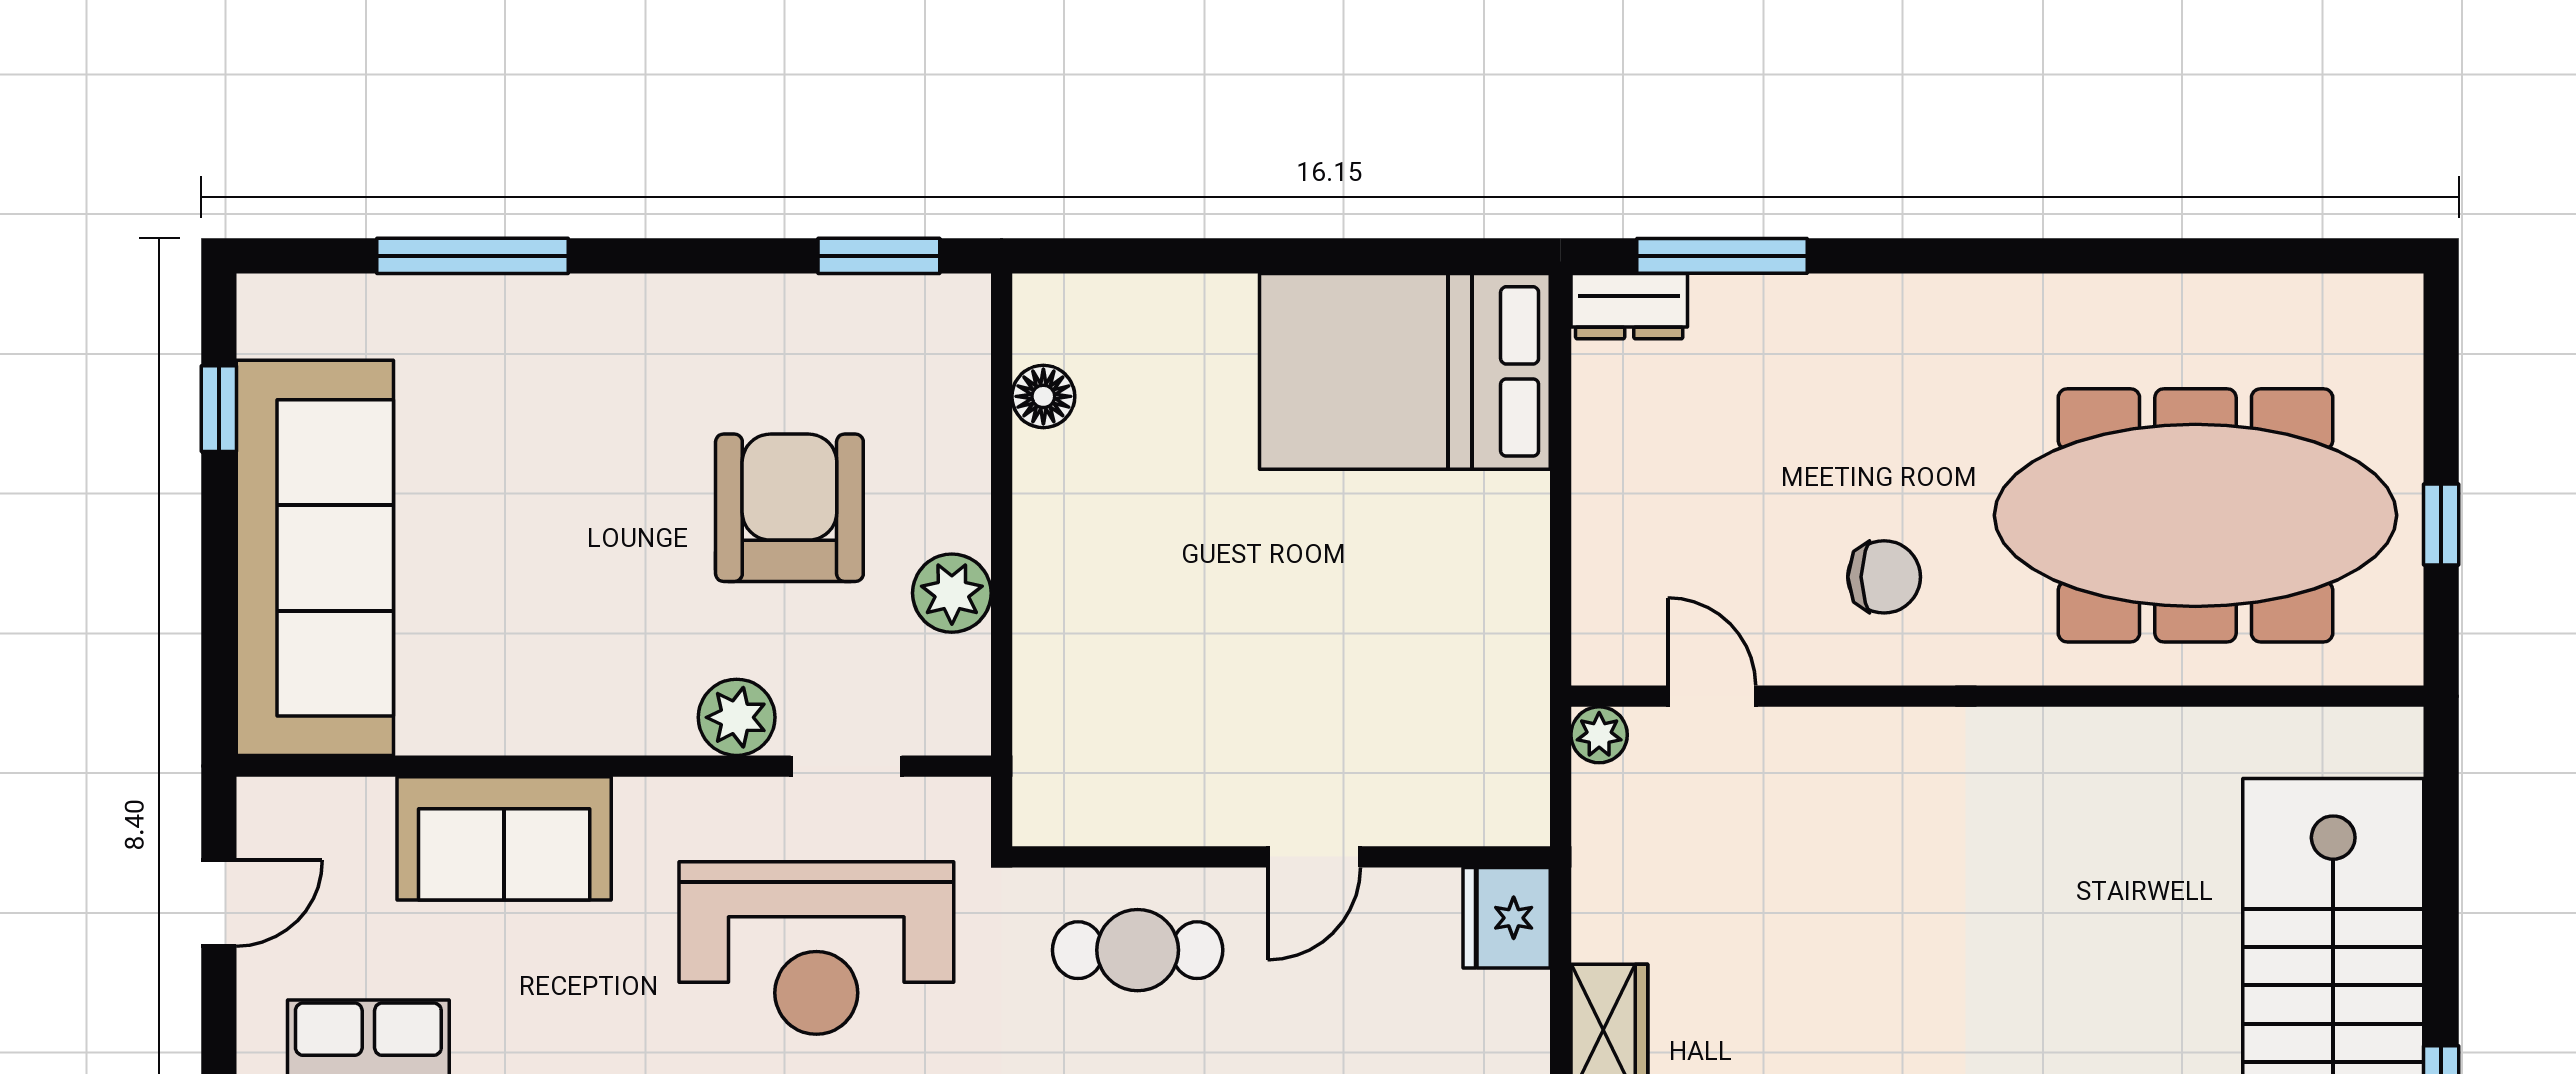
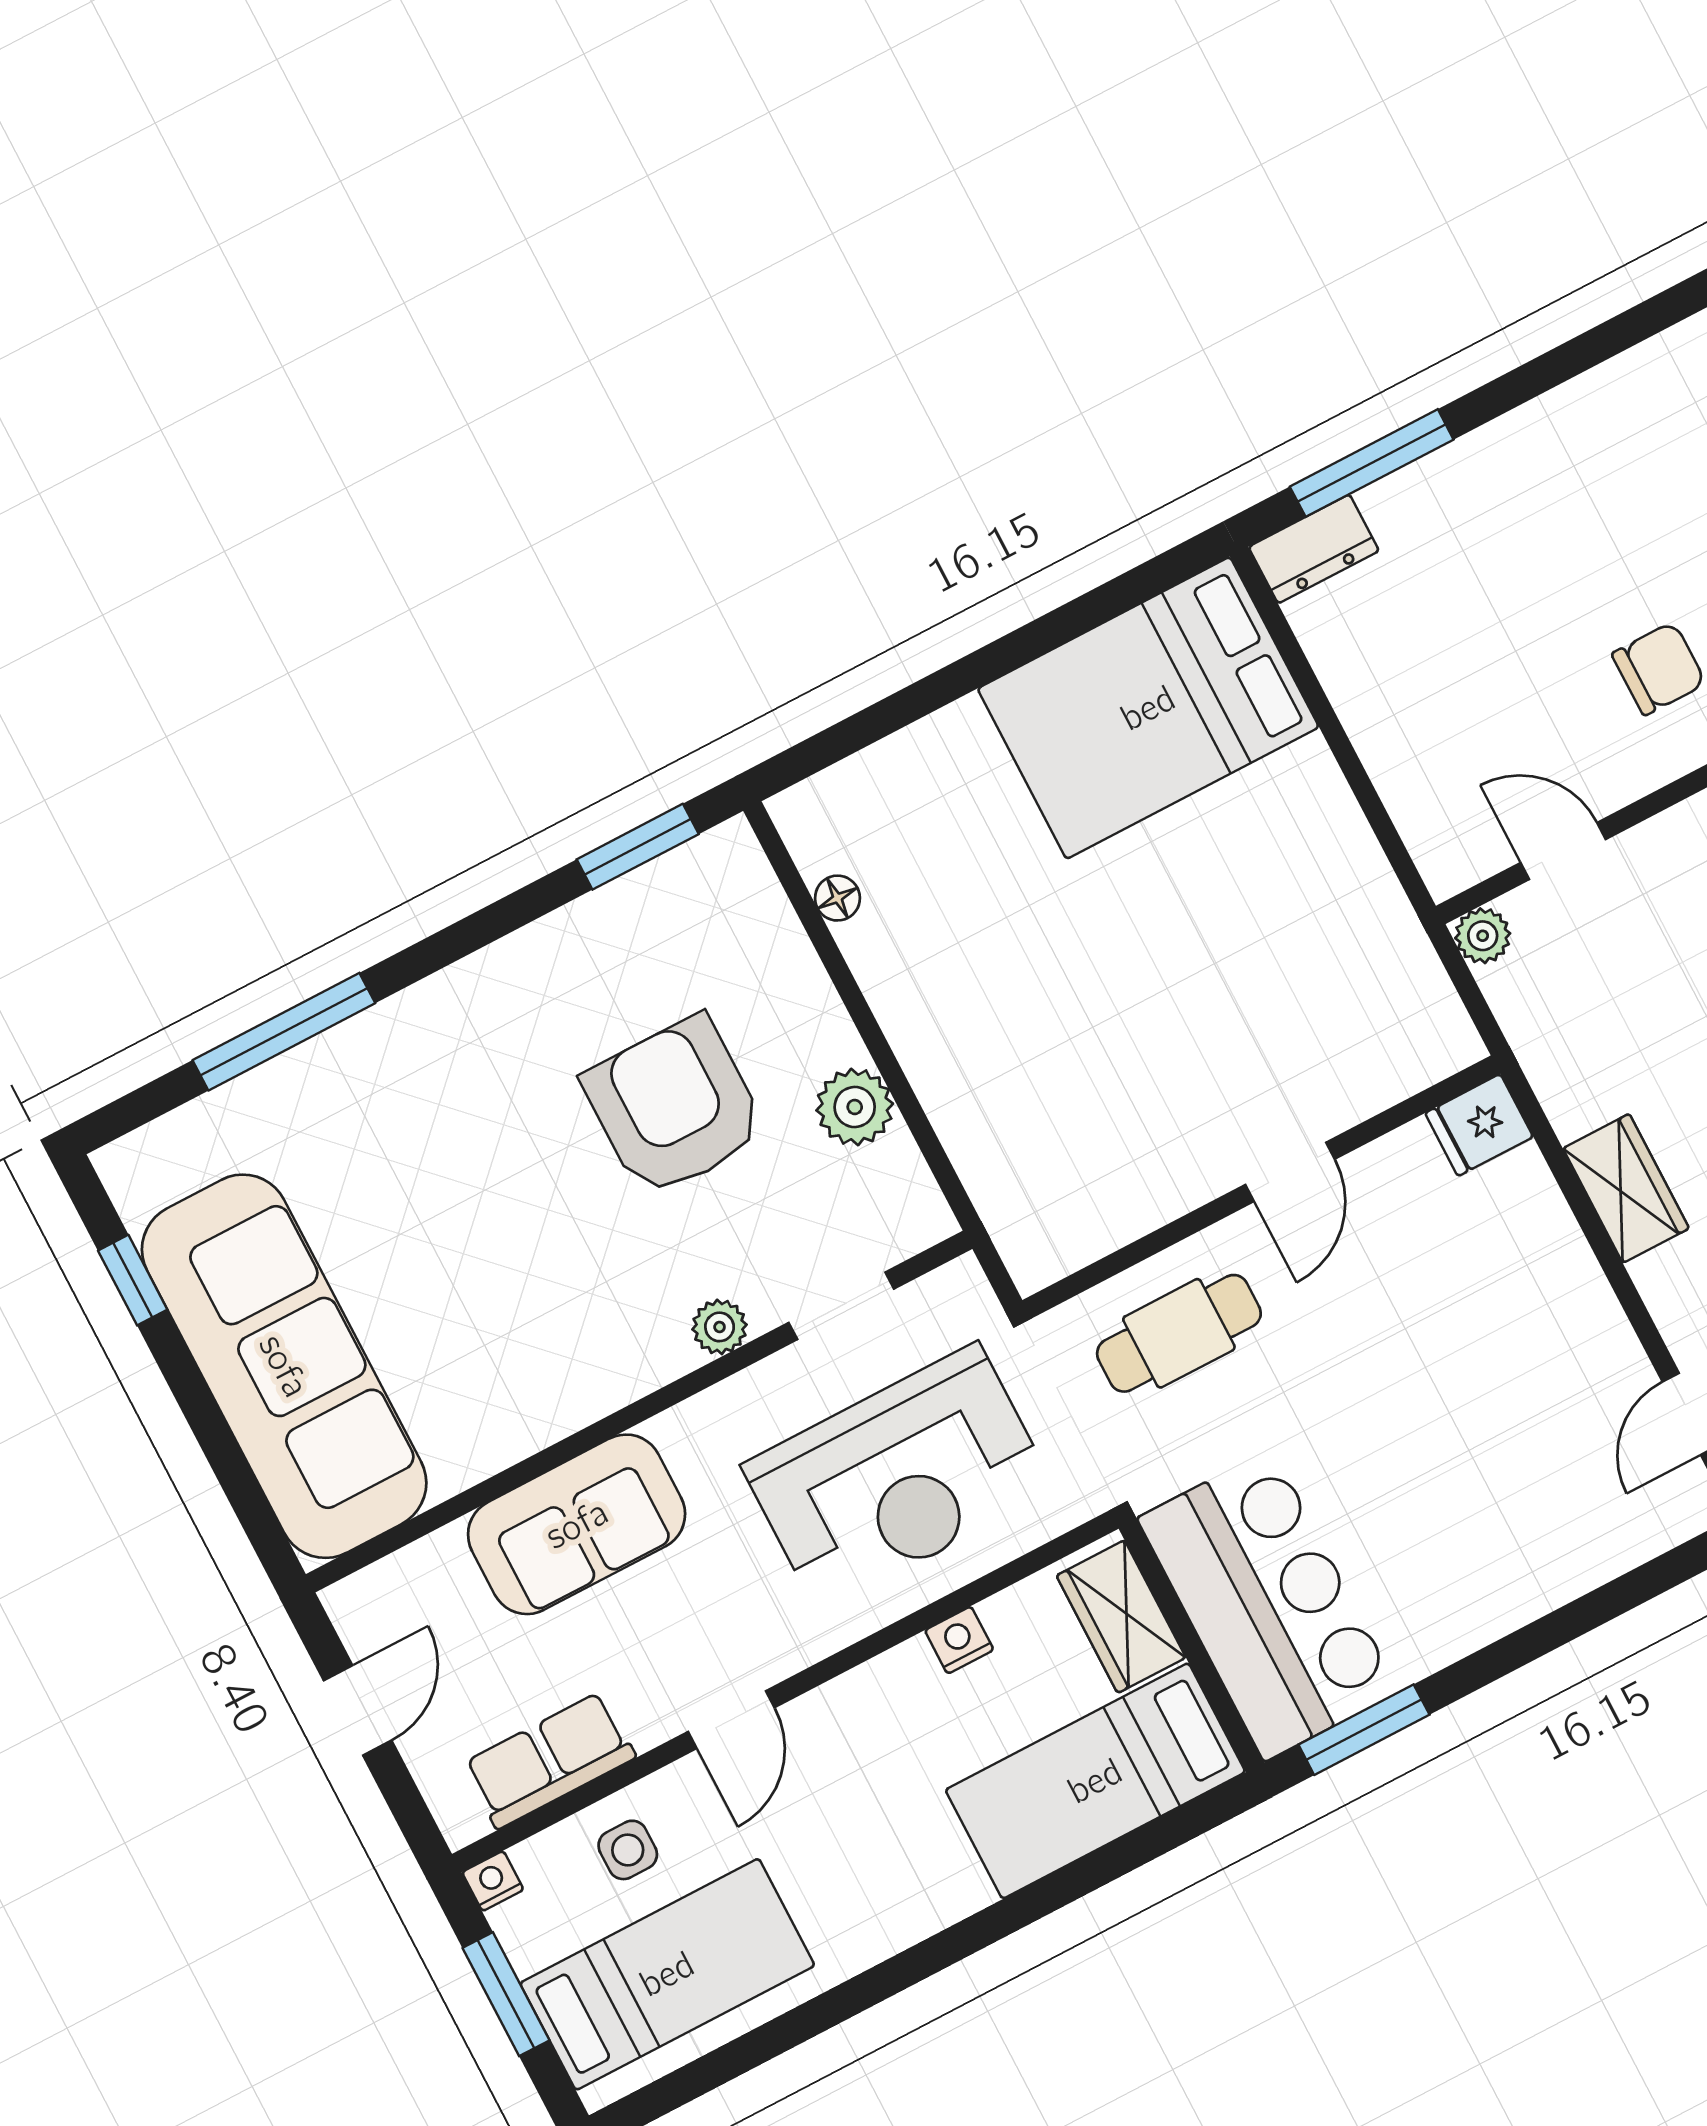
floor lamp: (1043, 396) -> (837, 898), width x0.73, depth x0.73
plant: (737, 717) -> (720, 1327), width x0.73, depth x0.73
fridge: (1507, 918) -> (1479, 1125), width x0.72

